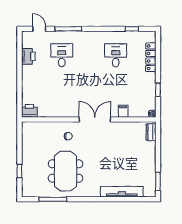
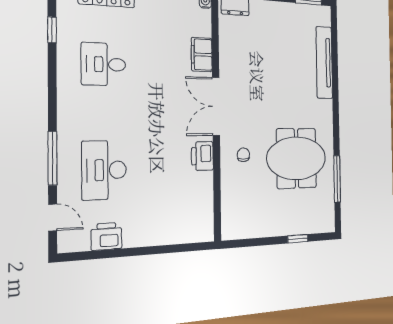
door: (39, 29) -> (53, 218), swing flipped
desk: (62, 55) -> (104, 170), width x1.37
printer: (29, 111) -> (202, 156), moved
filing cabinet: (123, 111) -> (202, 55), width x2.00

